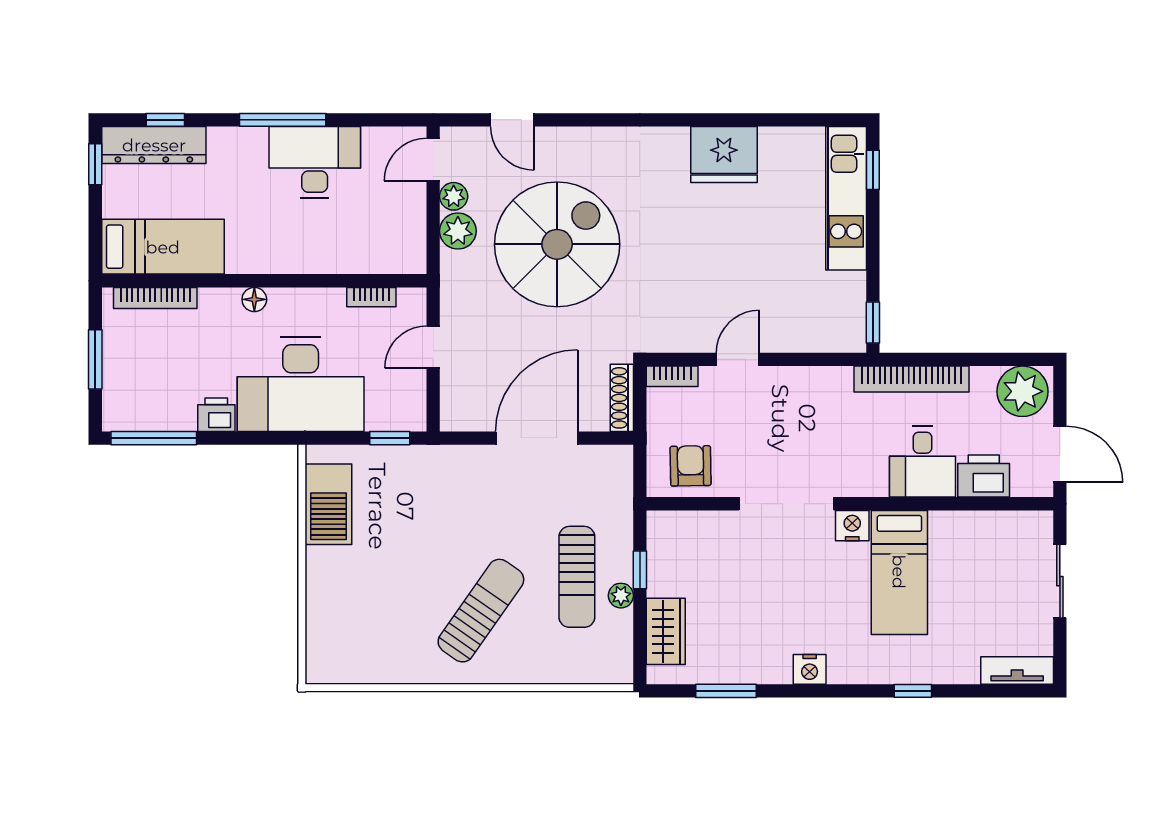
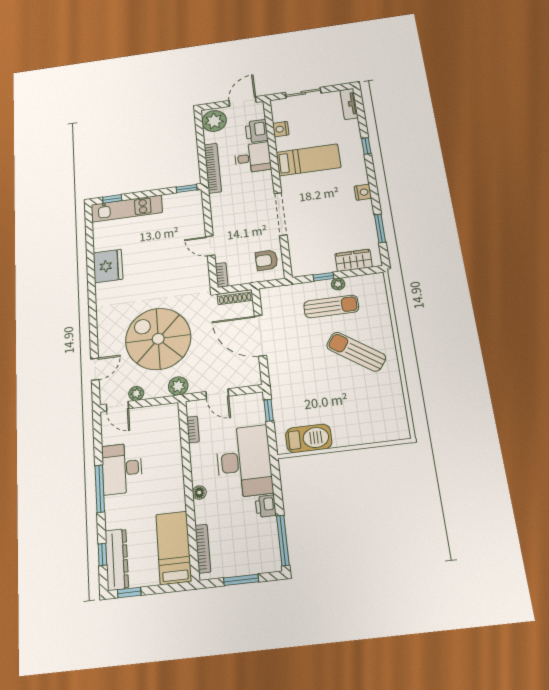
plant: (458, 231) -> (178, 386), moved
nightstand: (852, 526) -> (281, 129), moved

